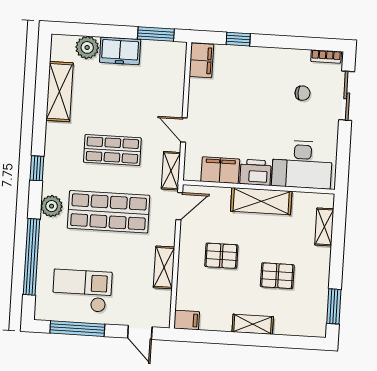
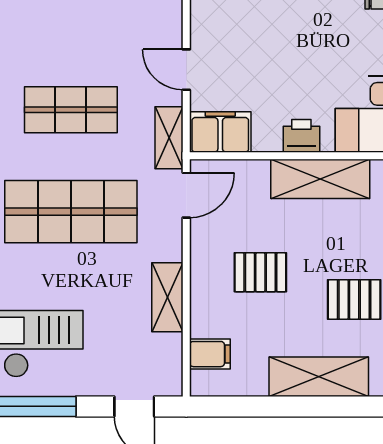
filing cabinet: (220, 170) -> (220, 132), moved
printer: (255, 172) -> (301, 136), width x0.73, depth x0.81
filing cabinet: (187, 320) -> (210, 354), moved
shelving: (253, 324) -> (319, 377), width x1.50, depth x1.33

